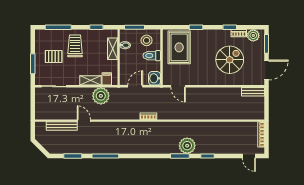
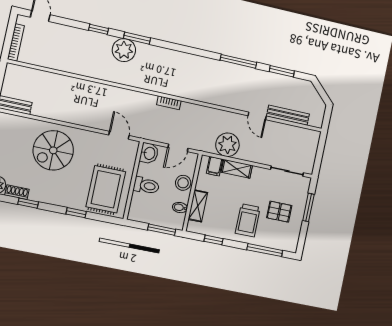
stool: (147, 40) -> (183, 183), moved
spiral stairs: (230, 60) -> (53, 150), moved

